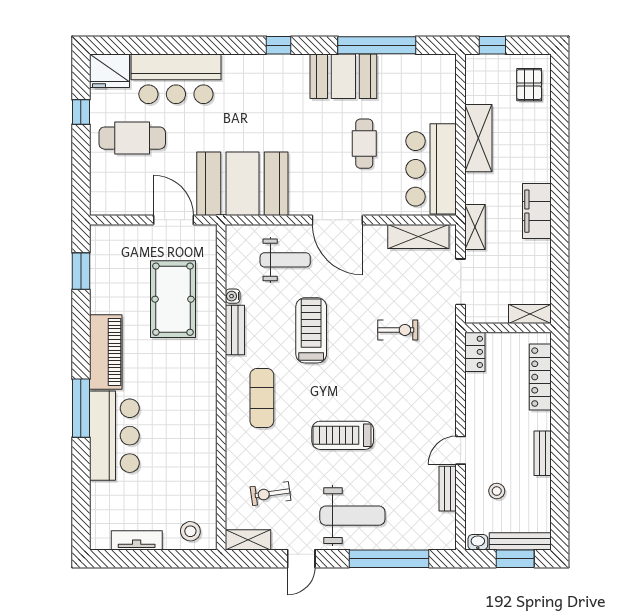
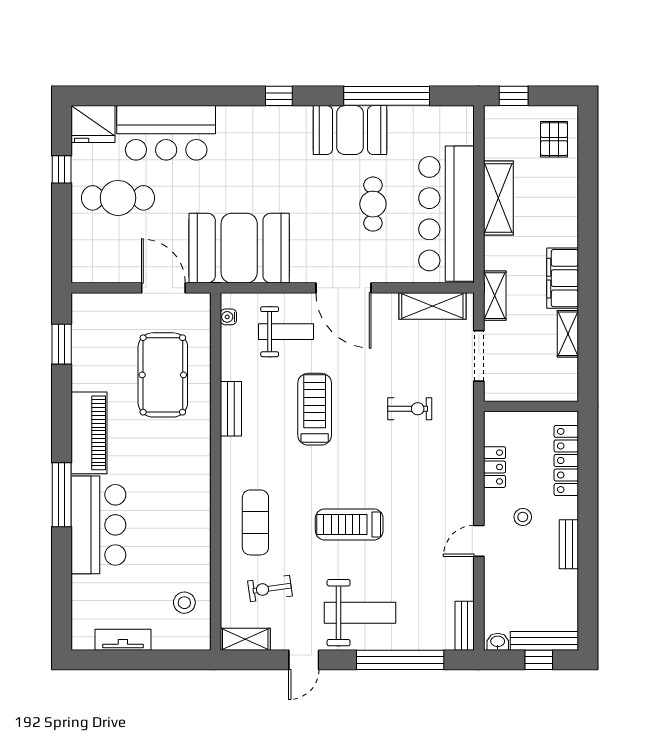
bar counter: (431, 169) -> (446, 214), width x1.36
water cooler: (233, 296) -> (228, 317), moved
shelving: (530, 314) -> (568, 334), moved, turned 90
locker: (475, 352) -> (494, 467), moved
exercise mat: (262, 398) -> (255, 522), moved
bench: (448, 489) -> (465, 626), moved
stool: (497, 491) -> (523, 517), moved
stool: (190, 531) -> (184, 603), moved
window: (515, 559) -> (539, 660), width x0.67

